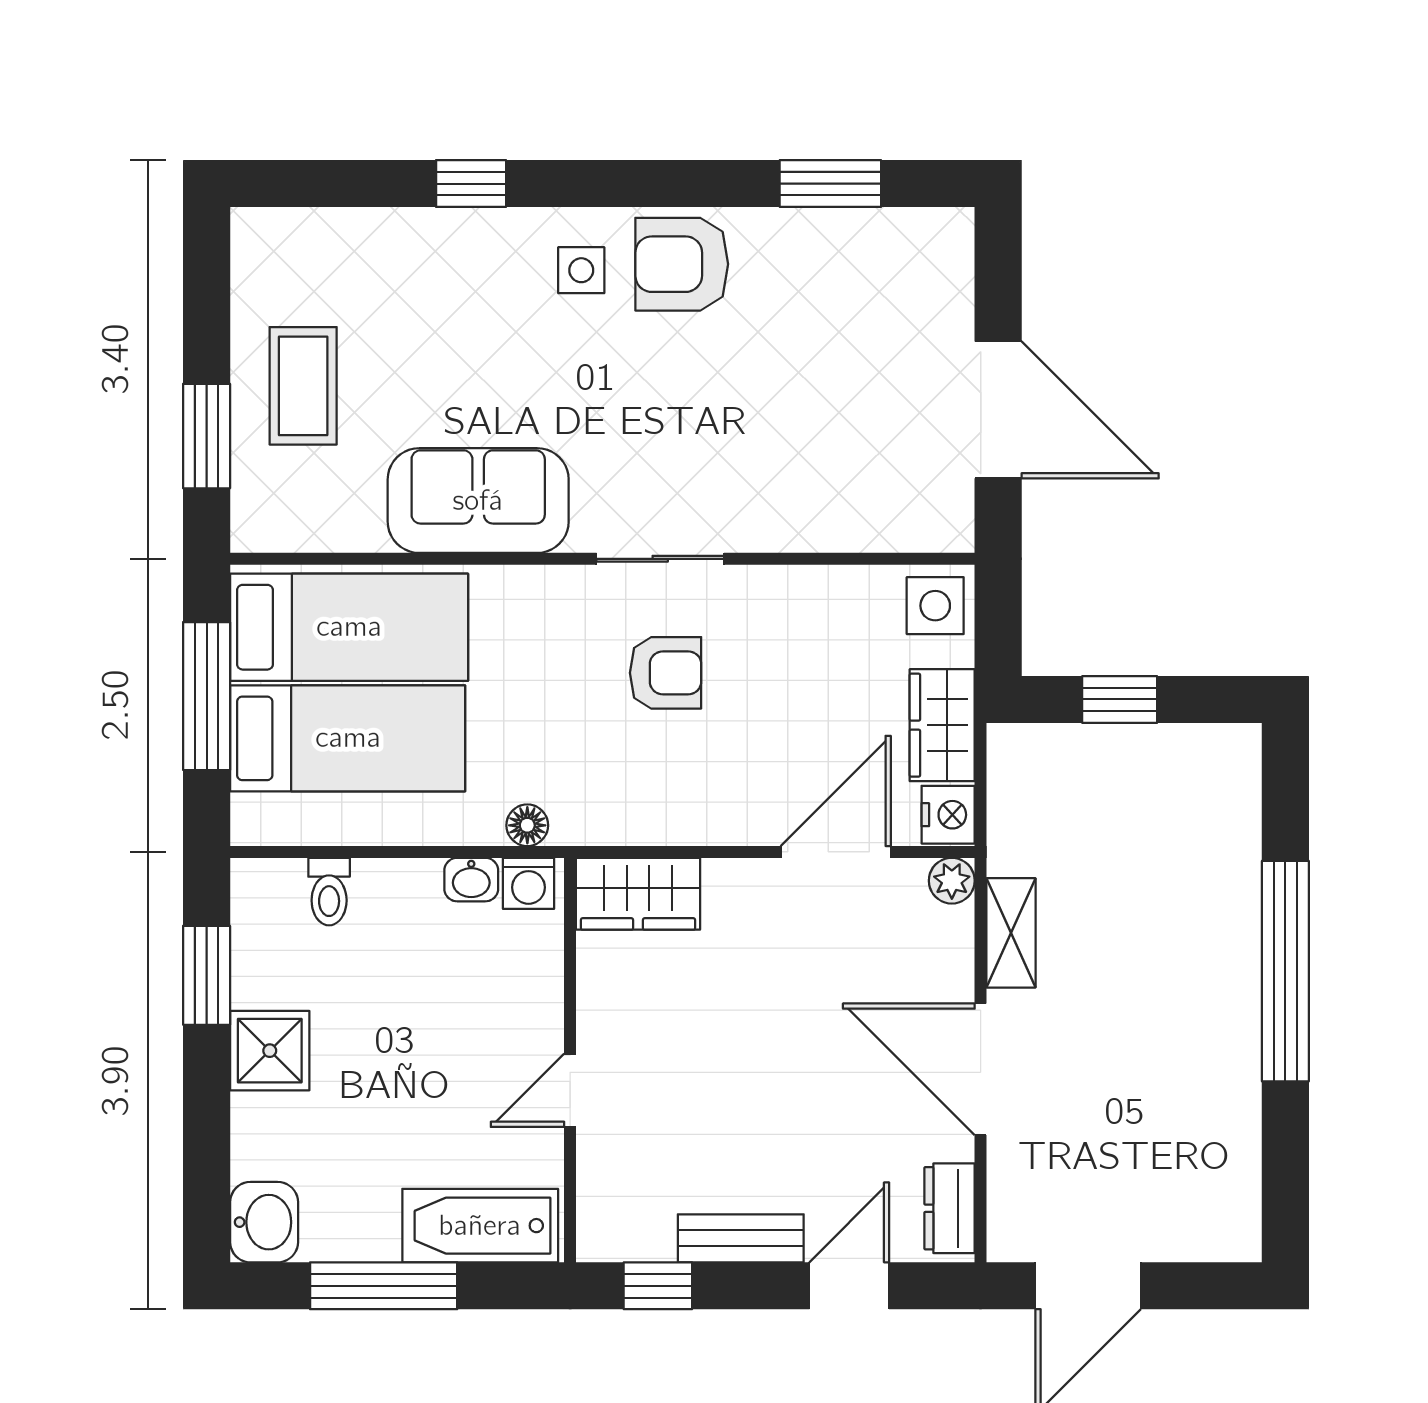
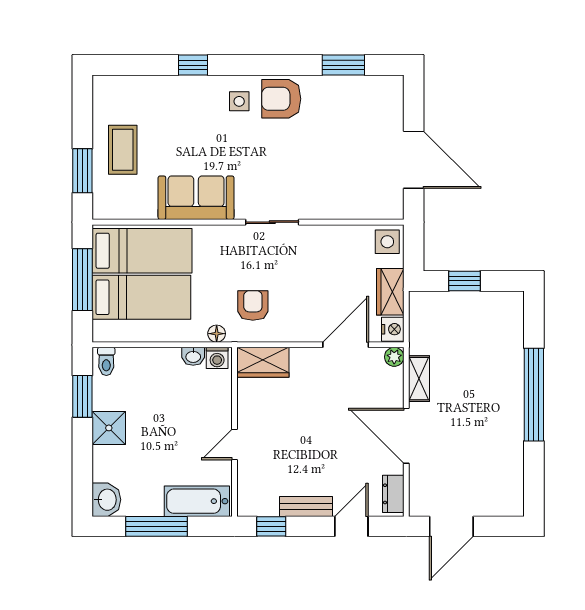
armchair: (666, 673) -> (253, 305), moved, turned -90
toilet: (329, 892) -> (106, 361), moved

